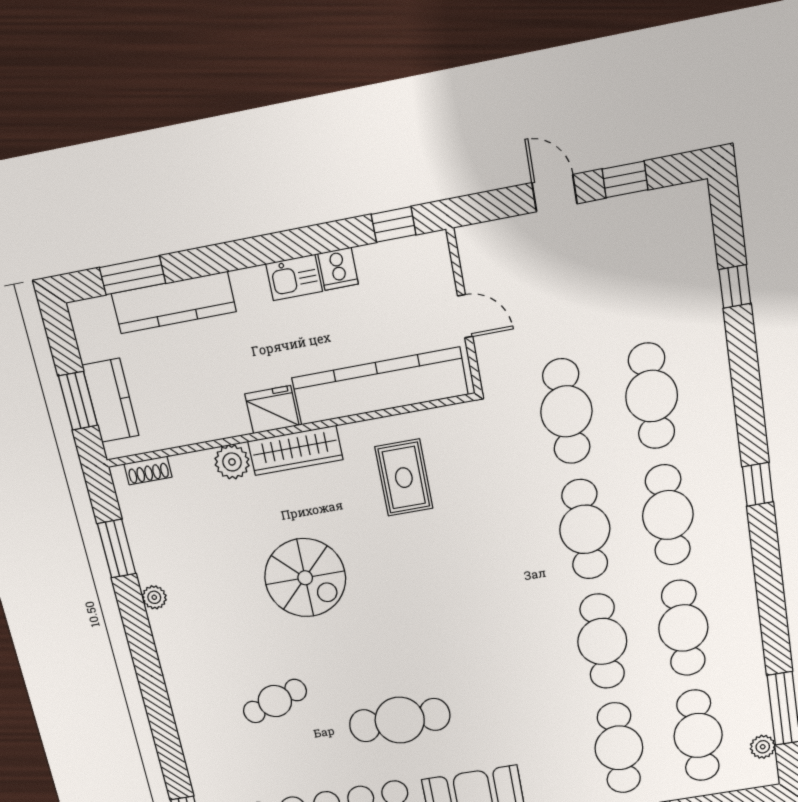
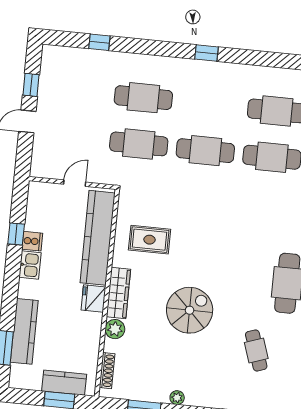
window: (394, 224) -> (16, 234), moved
shoe rack: (148, 470) -> (107, 371), width x1.43
cafe table: (668, 515) -> (210, 104), removed

